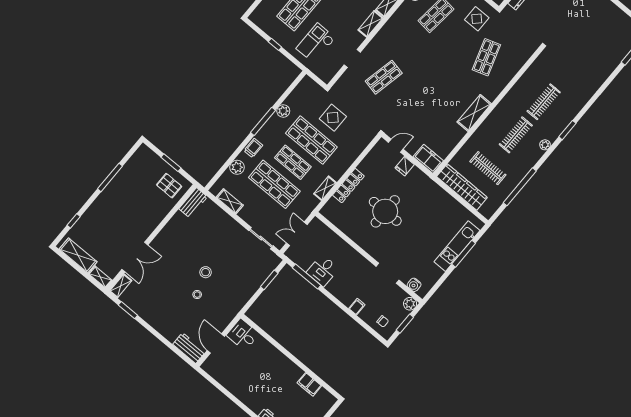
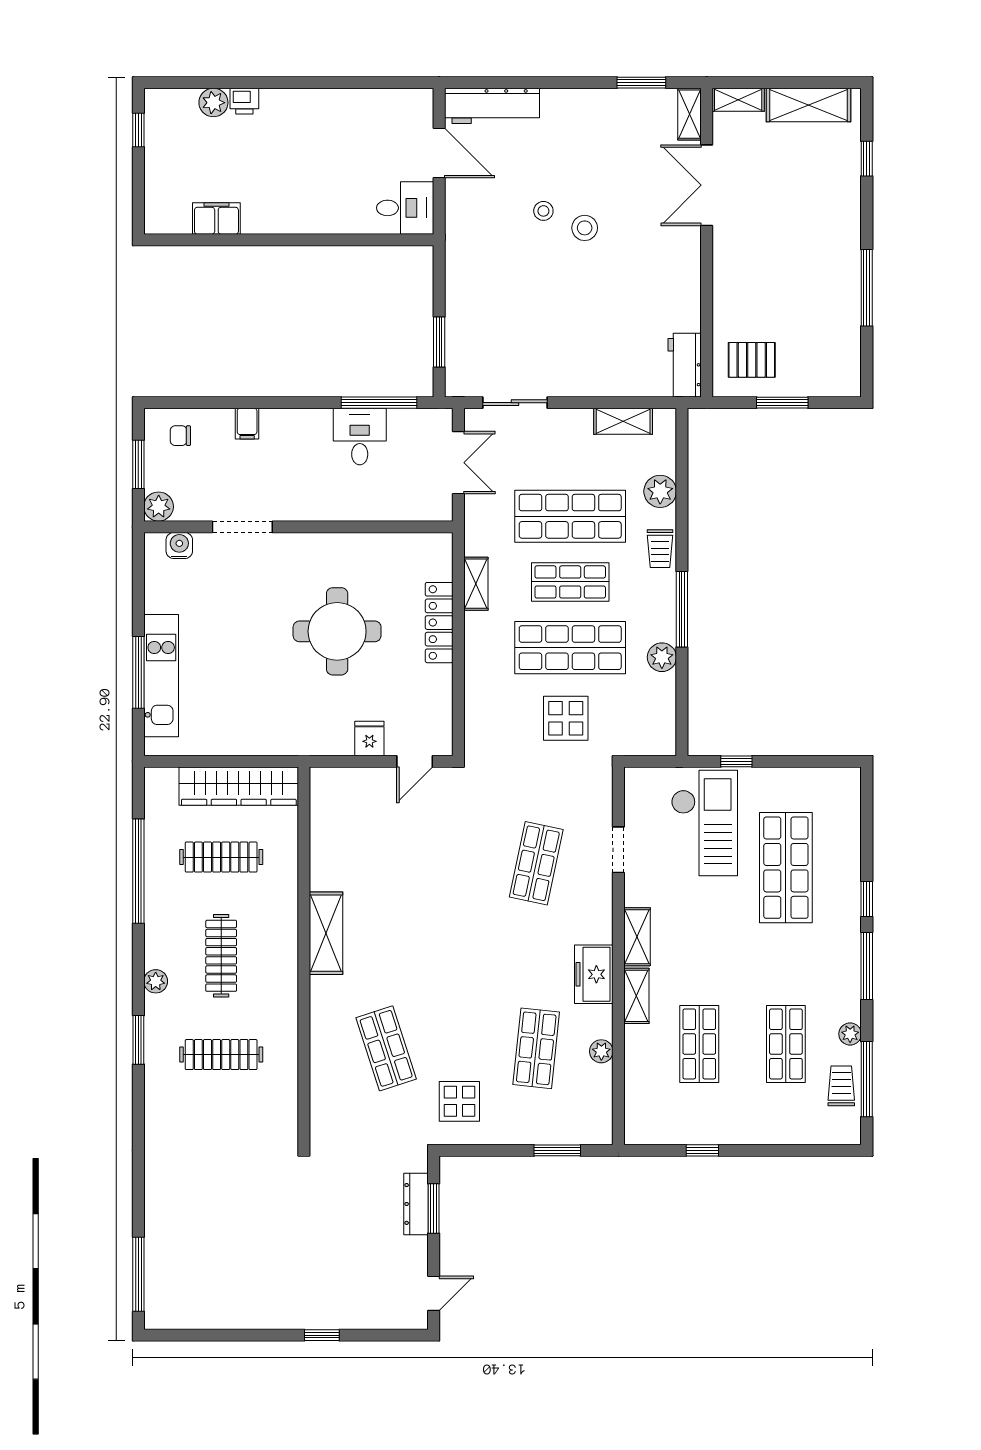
checkout: (316, 43) -> (704, 823), width x1.36, depth x1.21
window: (275, 44) -> (736, 761), moved
clothes rail: (544, 102) -> (221, 1055), turned 90
freezer: (428, 159) -> (594, 974), moved, turned 90
stool: (206, 272) -> (585, 228), moved
workbench: (189, 348) -> (492, 106), width x1.38

